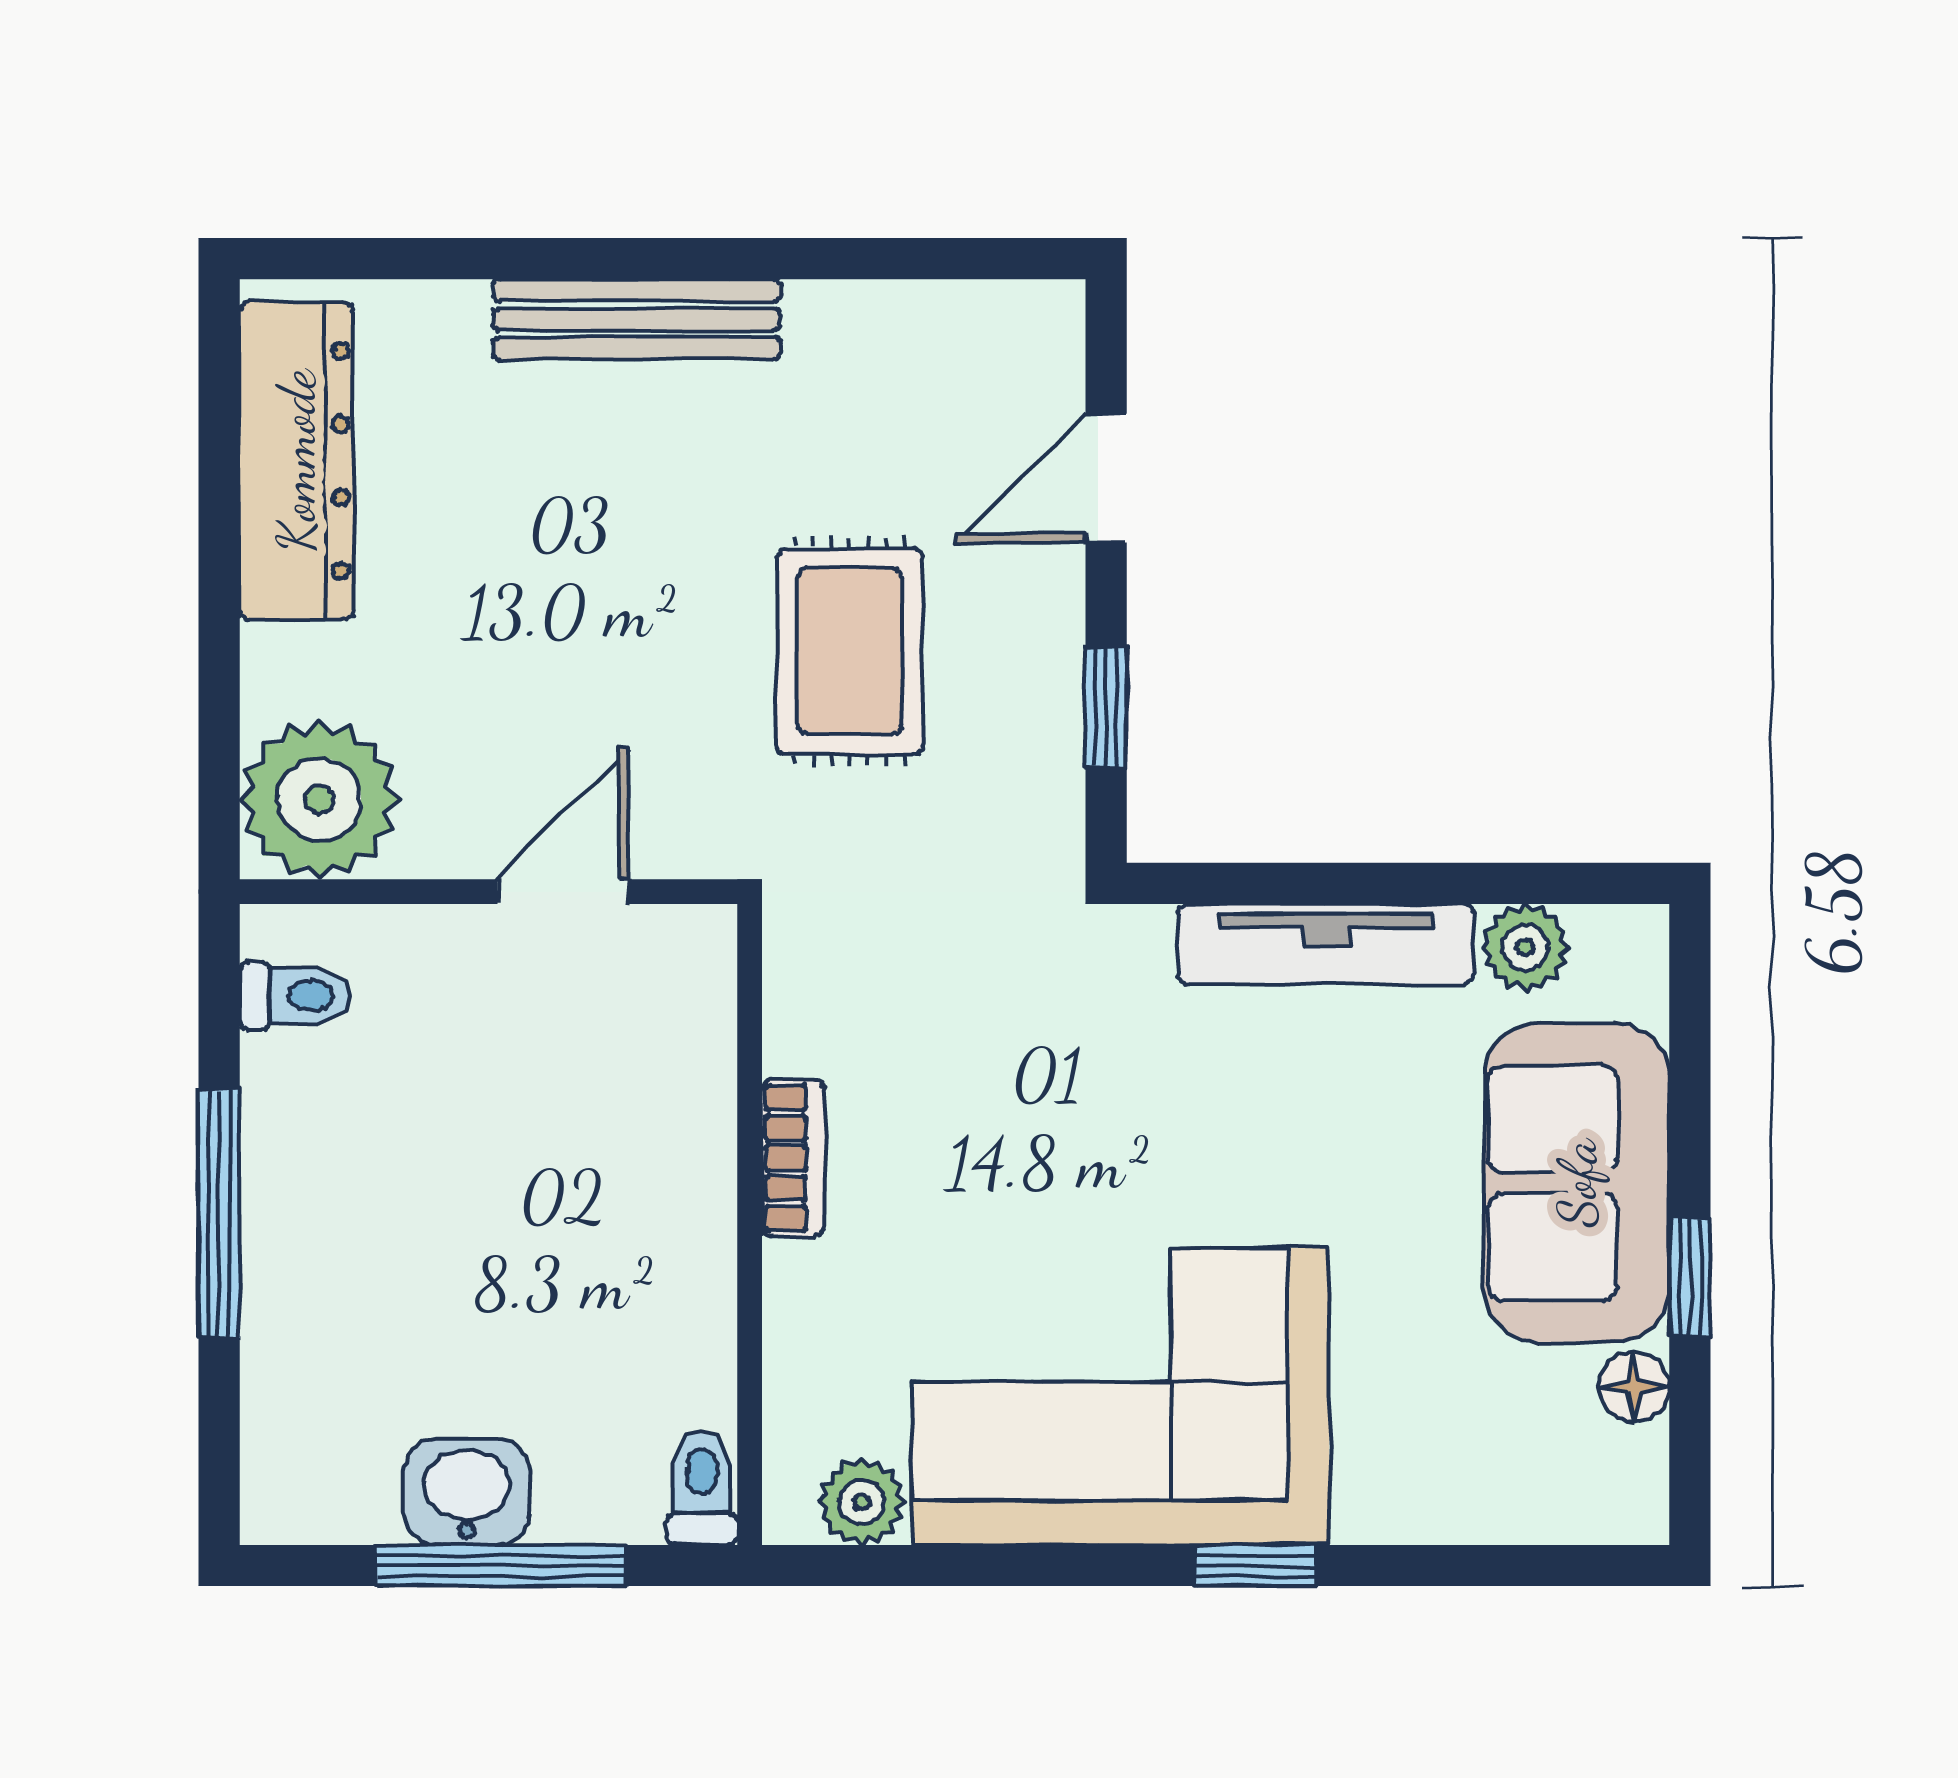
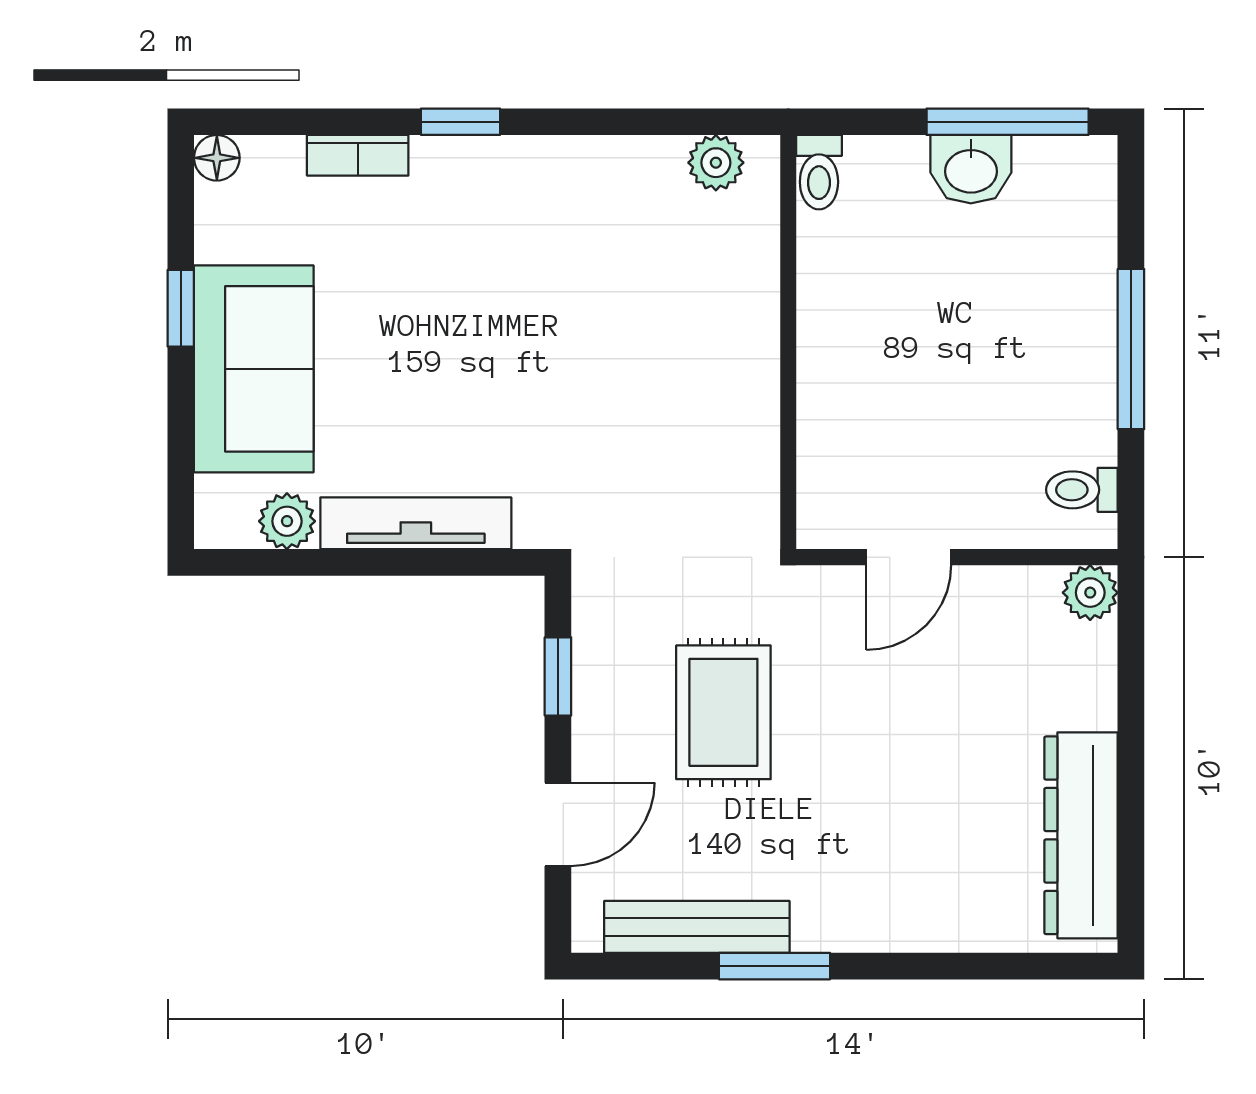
window: (771, 259) -> (774, 966), added
bench: (637, 319) -> (697, 927), moved
plant: (319, 799) -> (1090, 593), width x0.53, depth x0.53
bookcase: (793, 1158) -> (358, 155), moved, turned -90
floor lamp: (1634, 1387) -> (217, 158), moved
corner sofa: (1121, 1396) -> (548, 231), removed
window: (501, 1566) -> (1008, 122), moved

